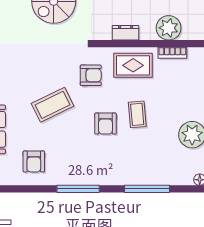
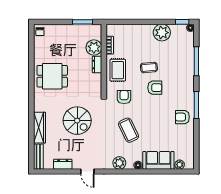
dresser: (126, 33) -> (97, 65), moved
coffee table: (53, 105) -> (128, 130), moved
armchair: (34, 161) -> (182, 117), moved, turned 180

